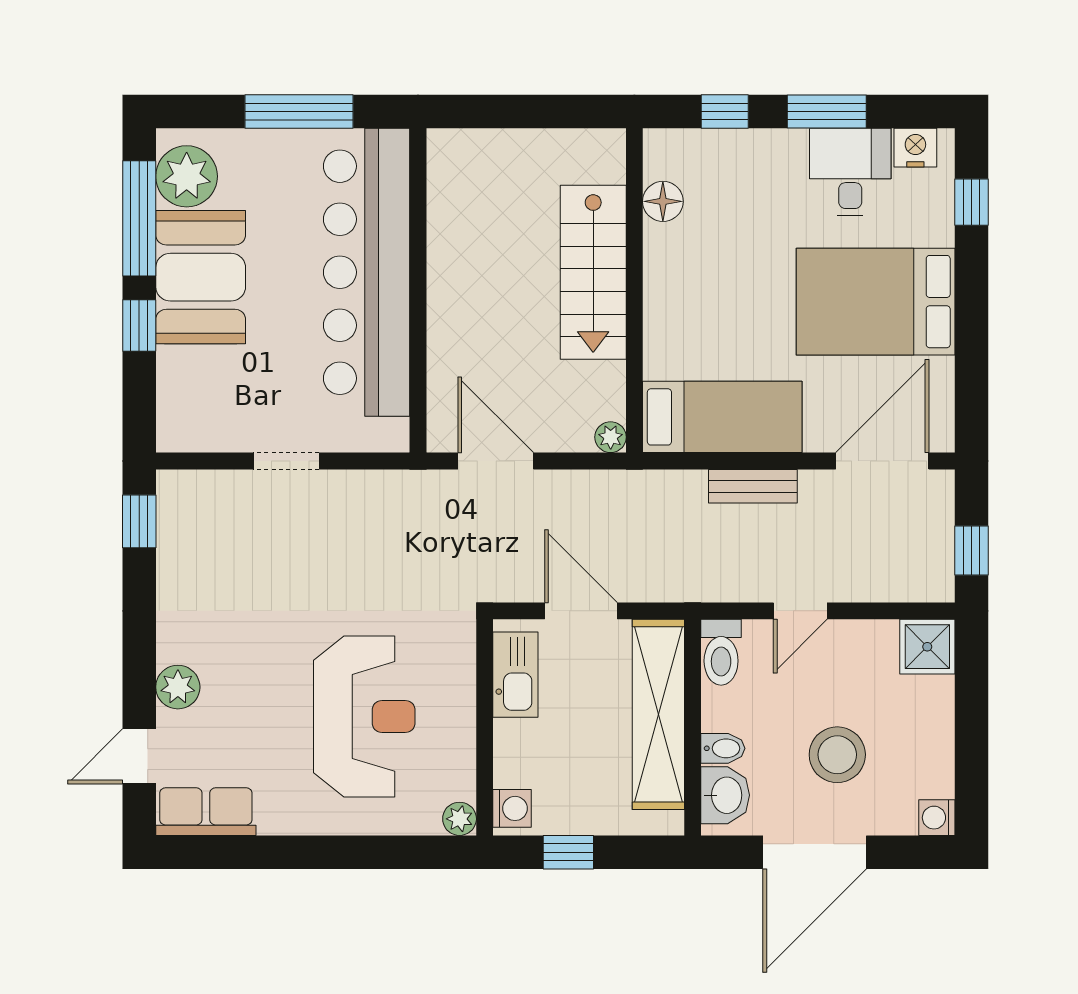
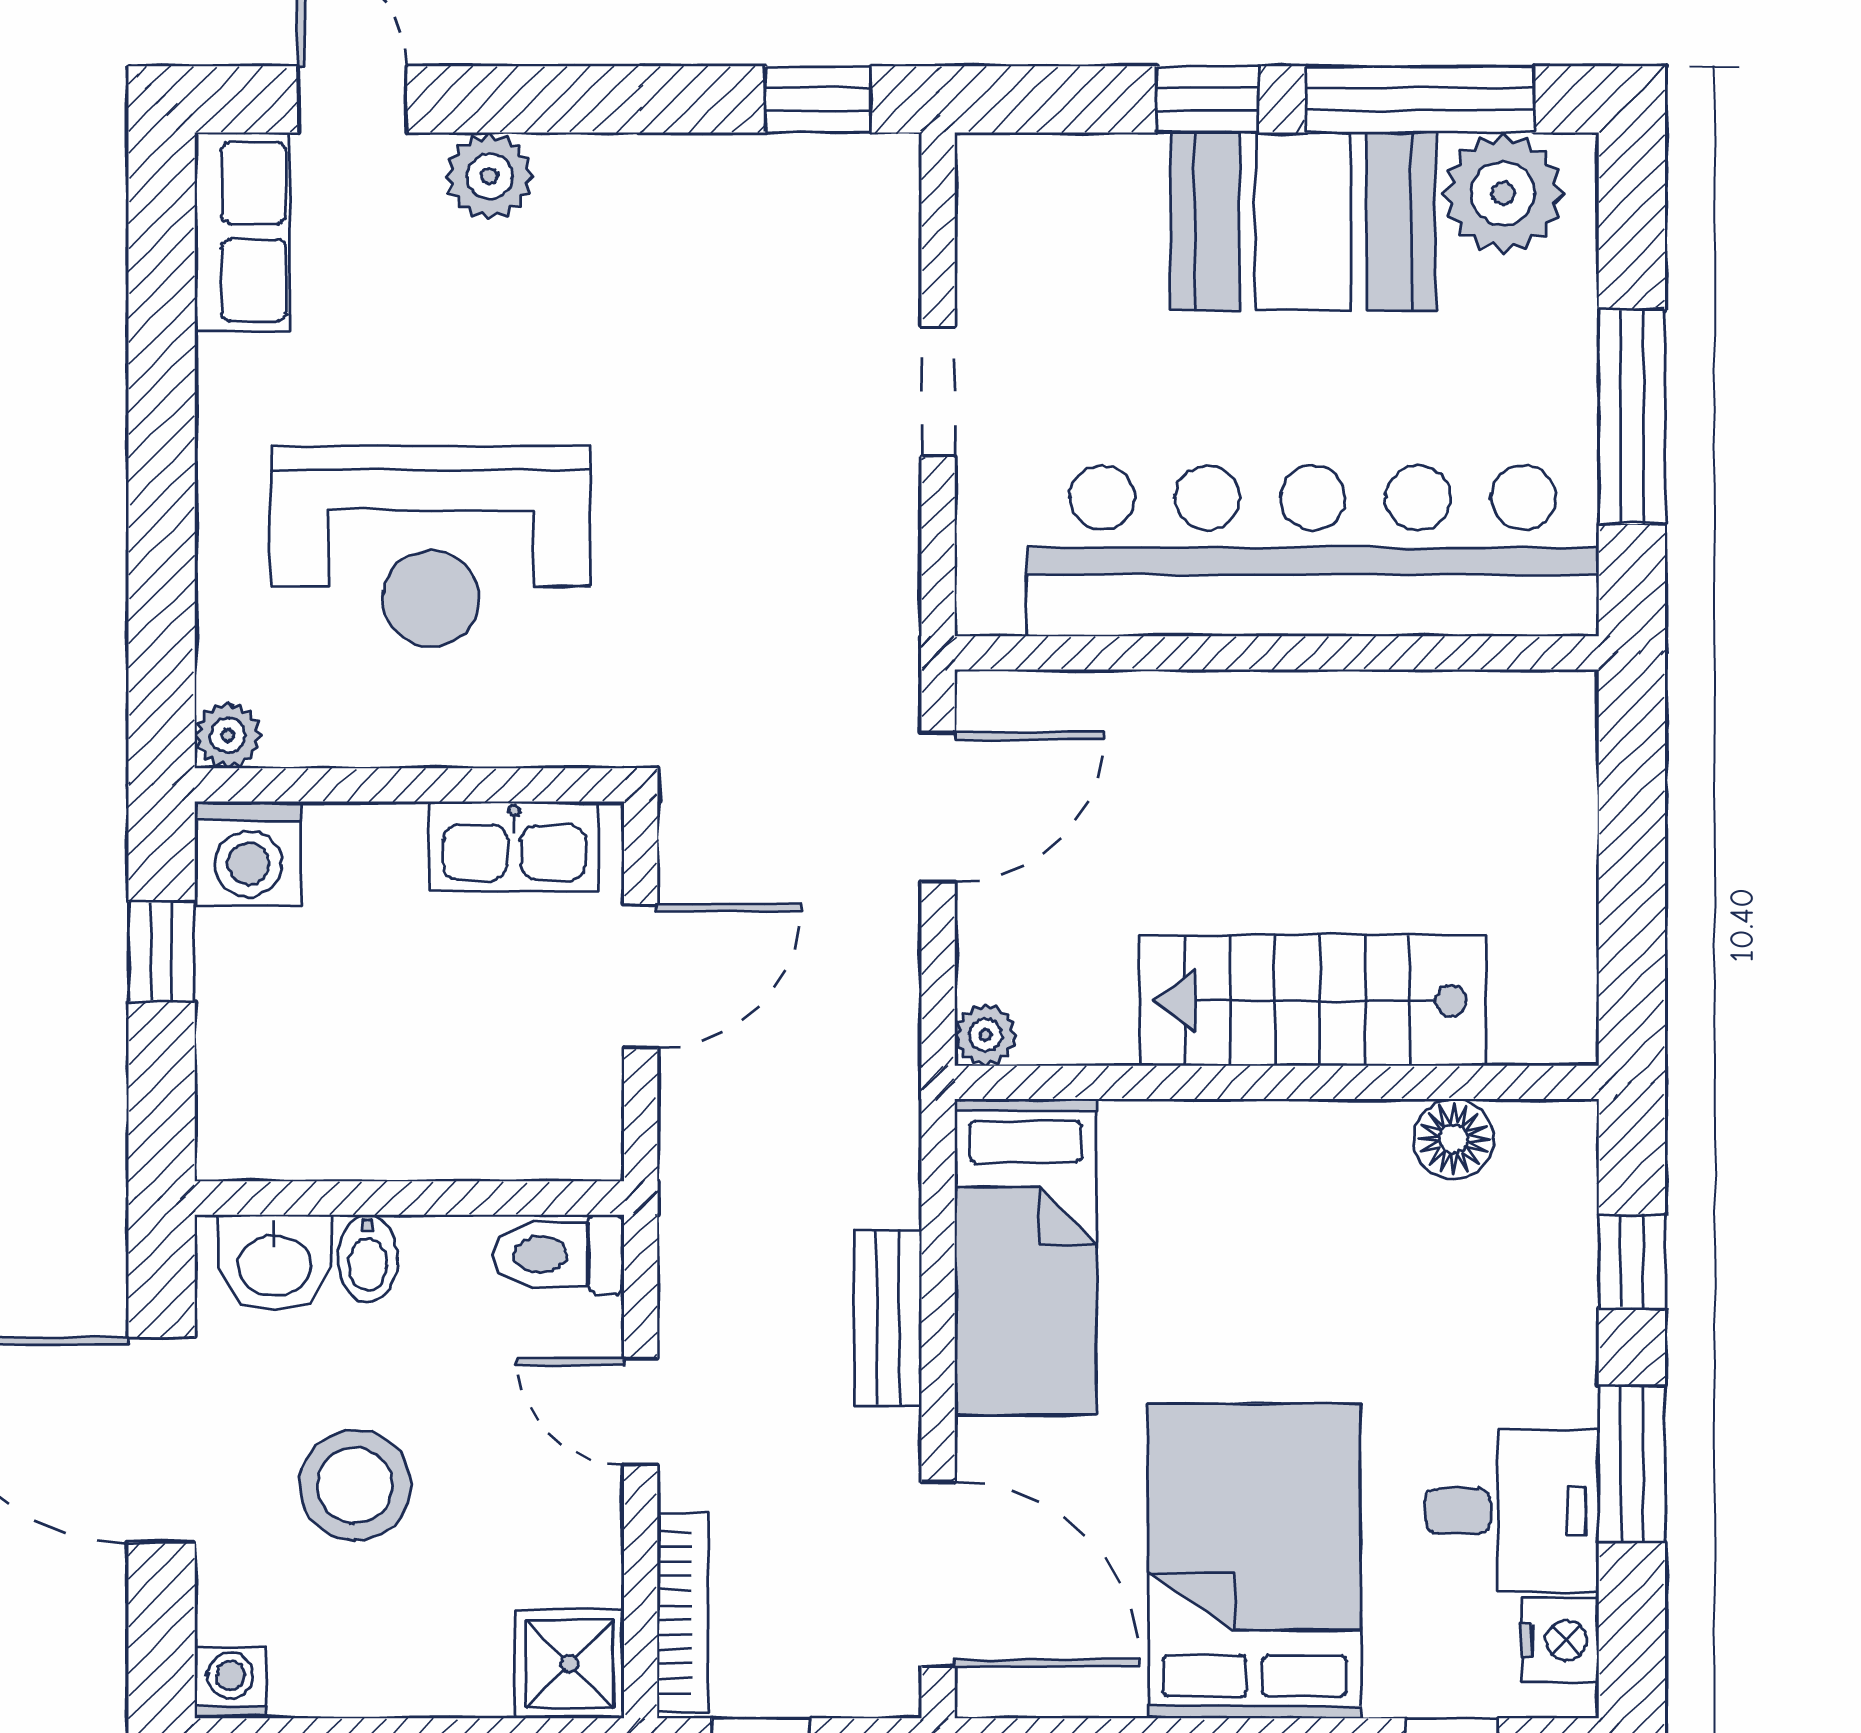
bookcase: (902, 590) -> (683, 1613), added
shelving: (658, 714) -> (435, 1130), removed
washing machine: (512, 808) -> (248, 854), width x1.38, depth x1.38

